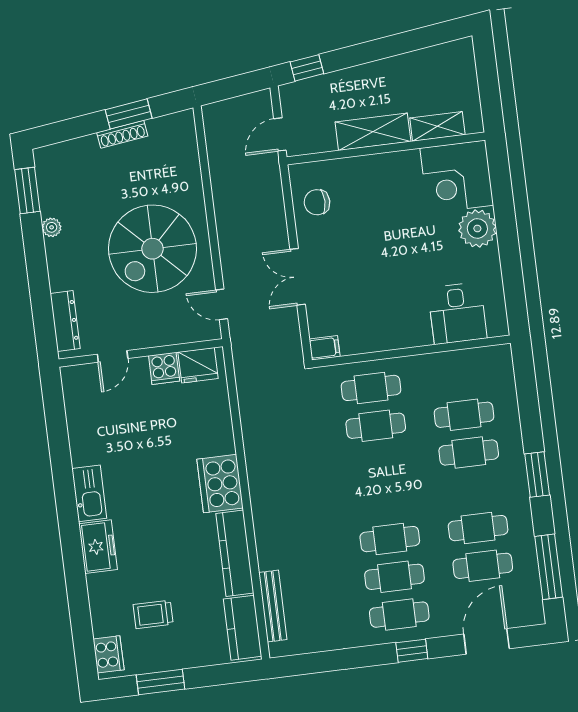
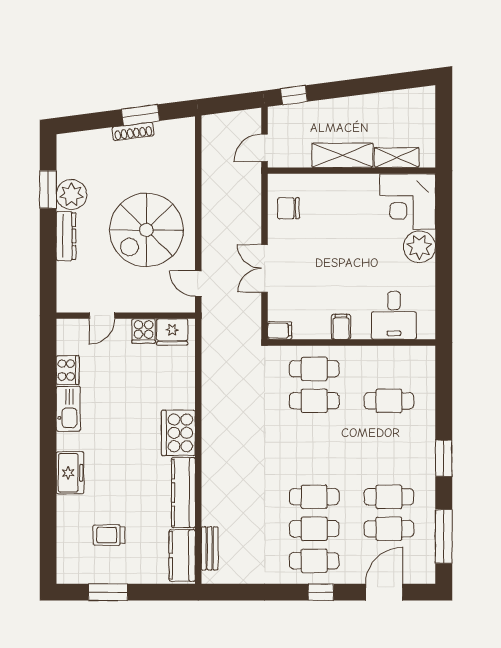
window: (27, 190) -> (48, 189), moved
plant: (52, 227) -> (71, 195), width x1.88, depth x1.88
dresser: (65, 321) -> (66, 236), moved
filing cabinet: (396, 335) -> (341, 327), added
cafe table: (469, 453) -> (389, 433), removed
kitchen sink: (89, 493) -> (68, 409), moved
bench: (273, 606) -> (210, 548), width x0.73
cooker: (109, 654) -> (68, 370), moved

